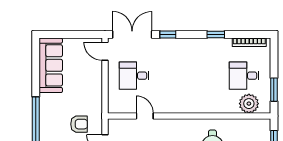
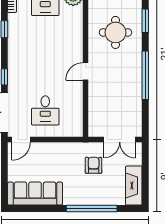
door: (145, 116) -> (86, 71), moved

